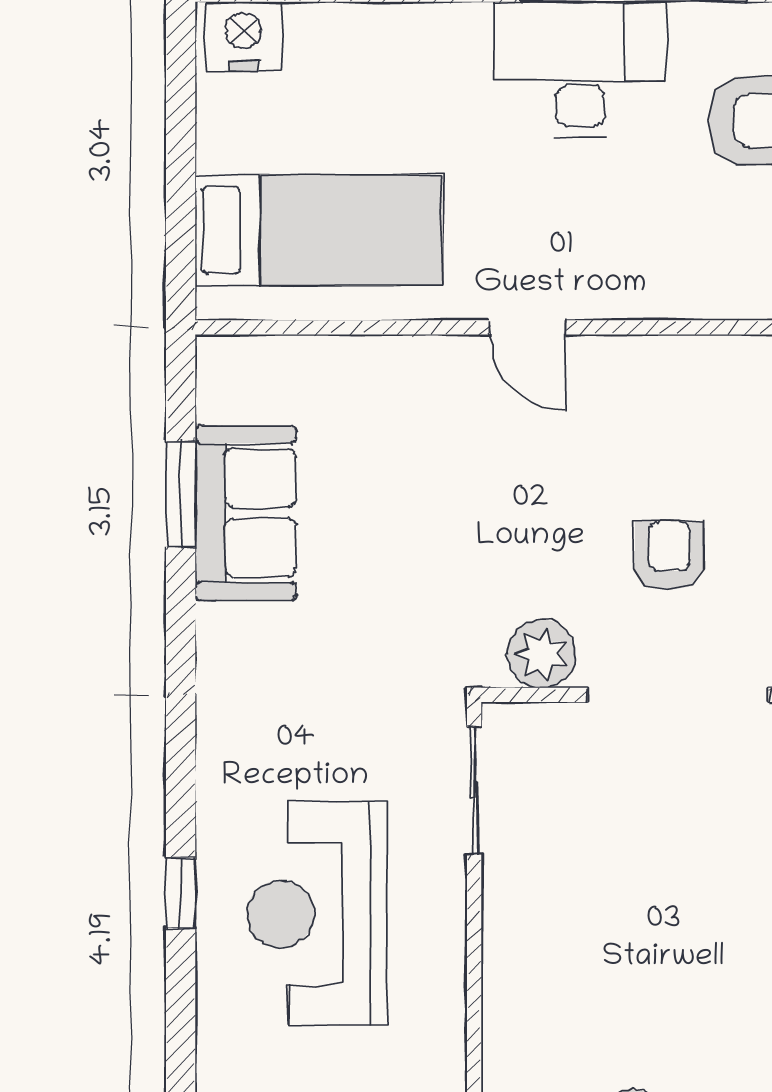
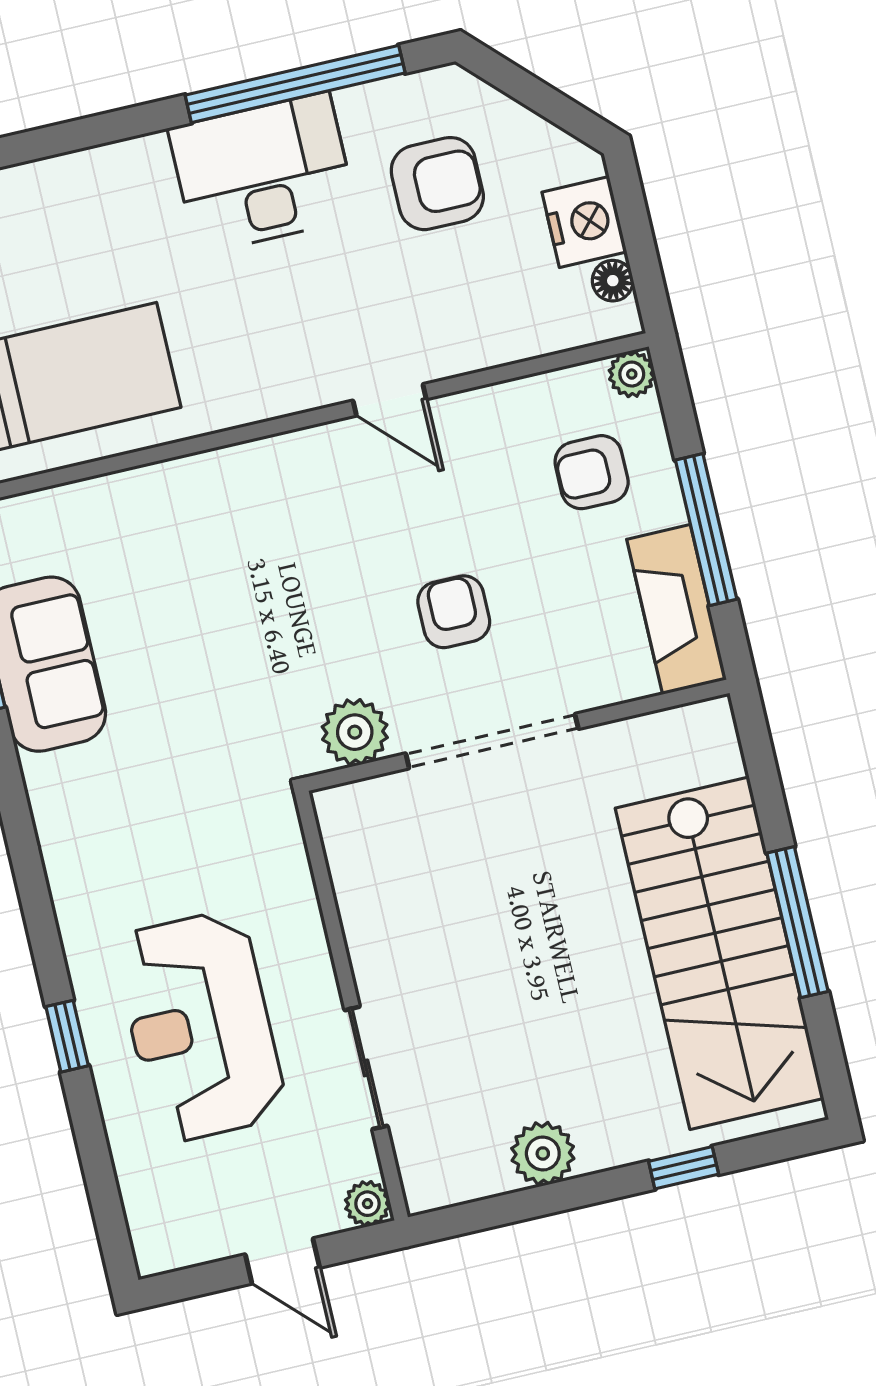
door: (528, 327) -> (390, 400), moved
sliding door: (474, 790) -> (366, 1068), moved

